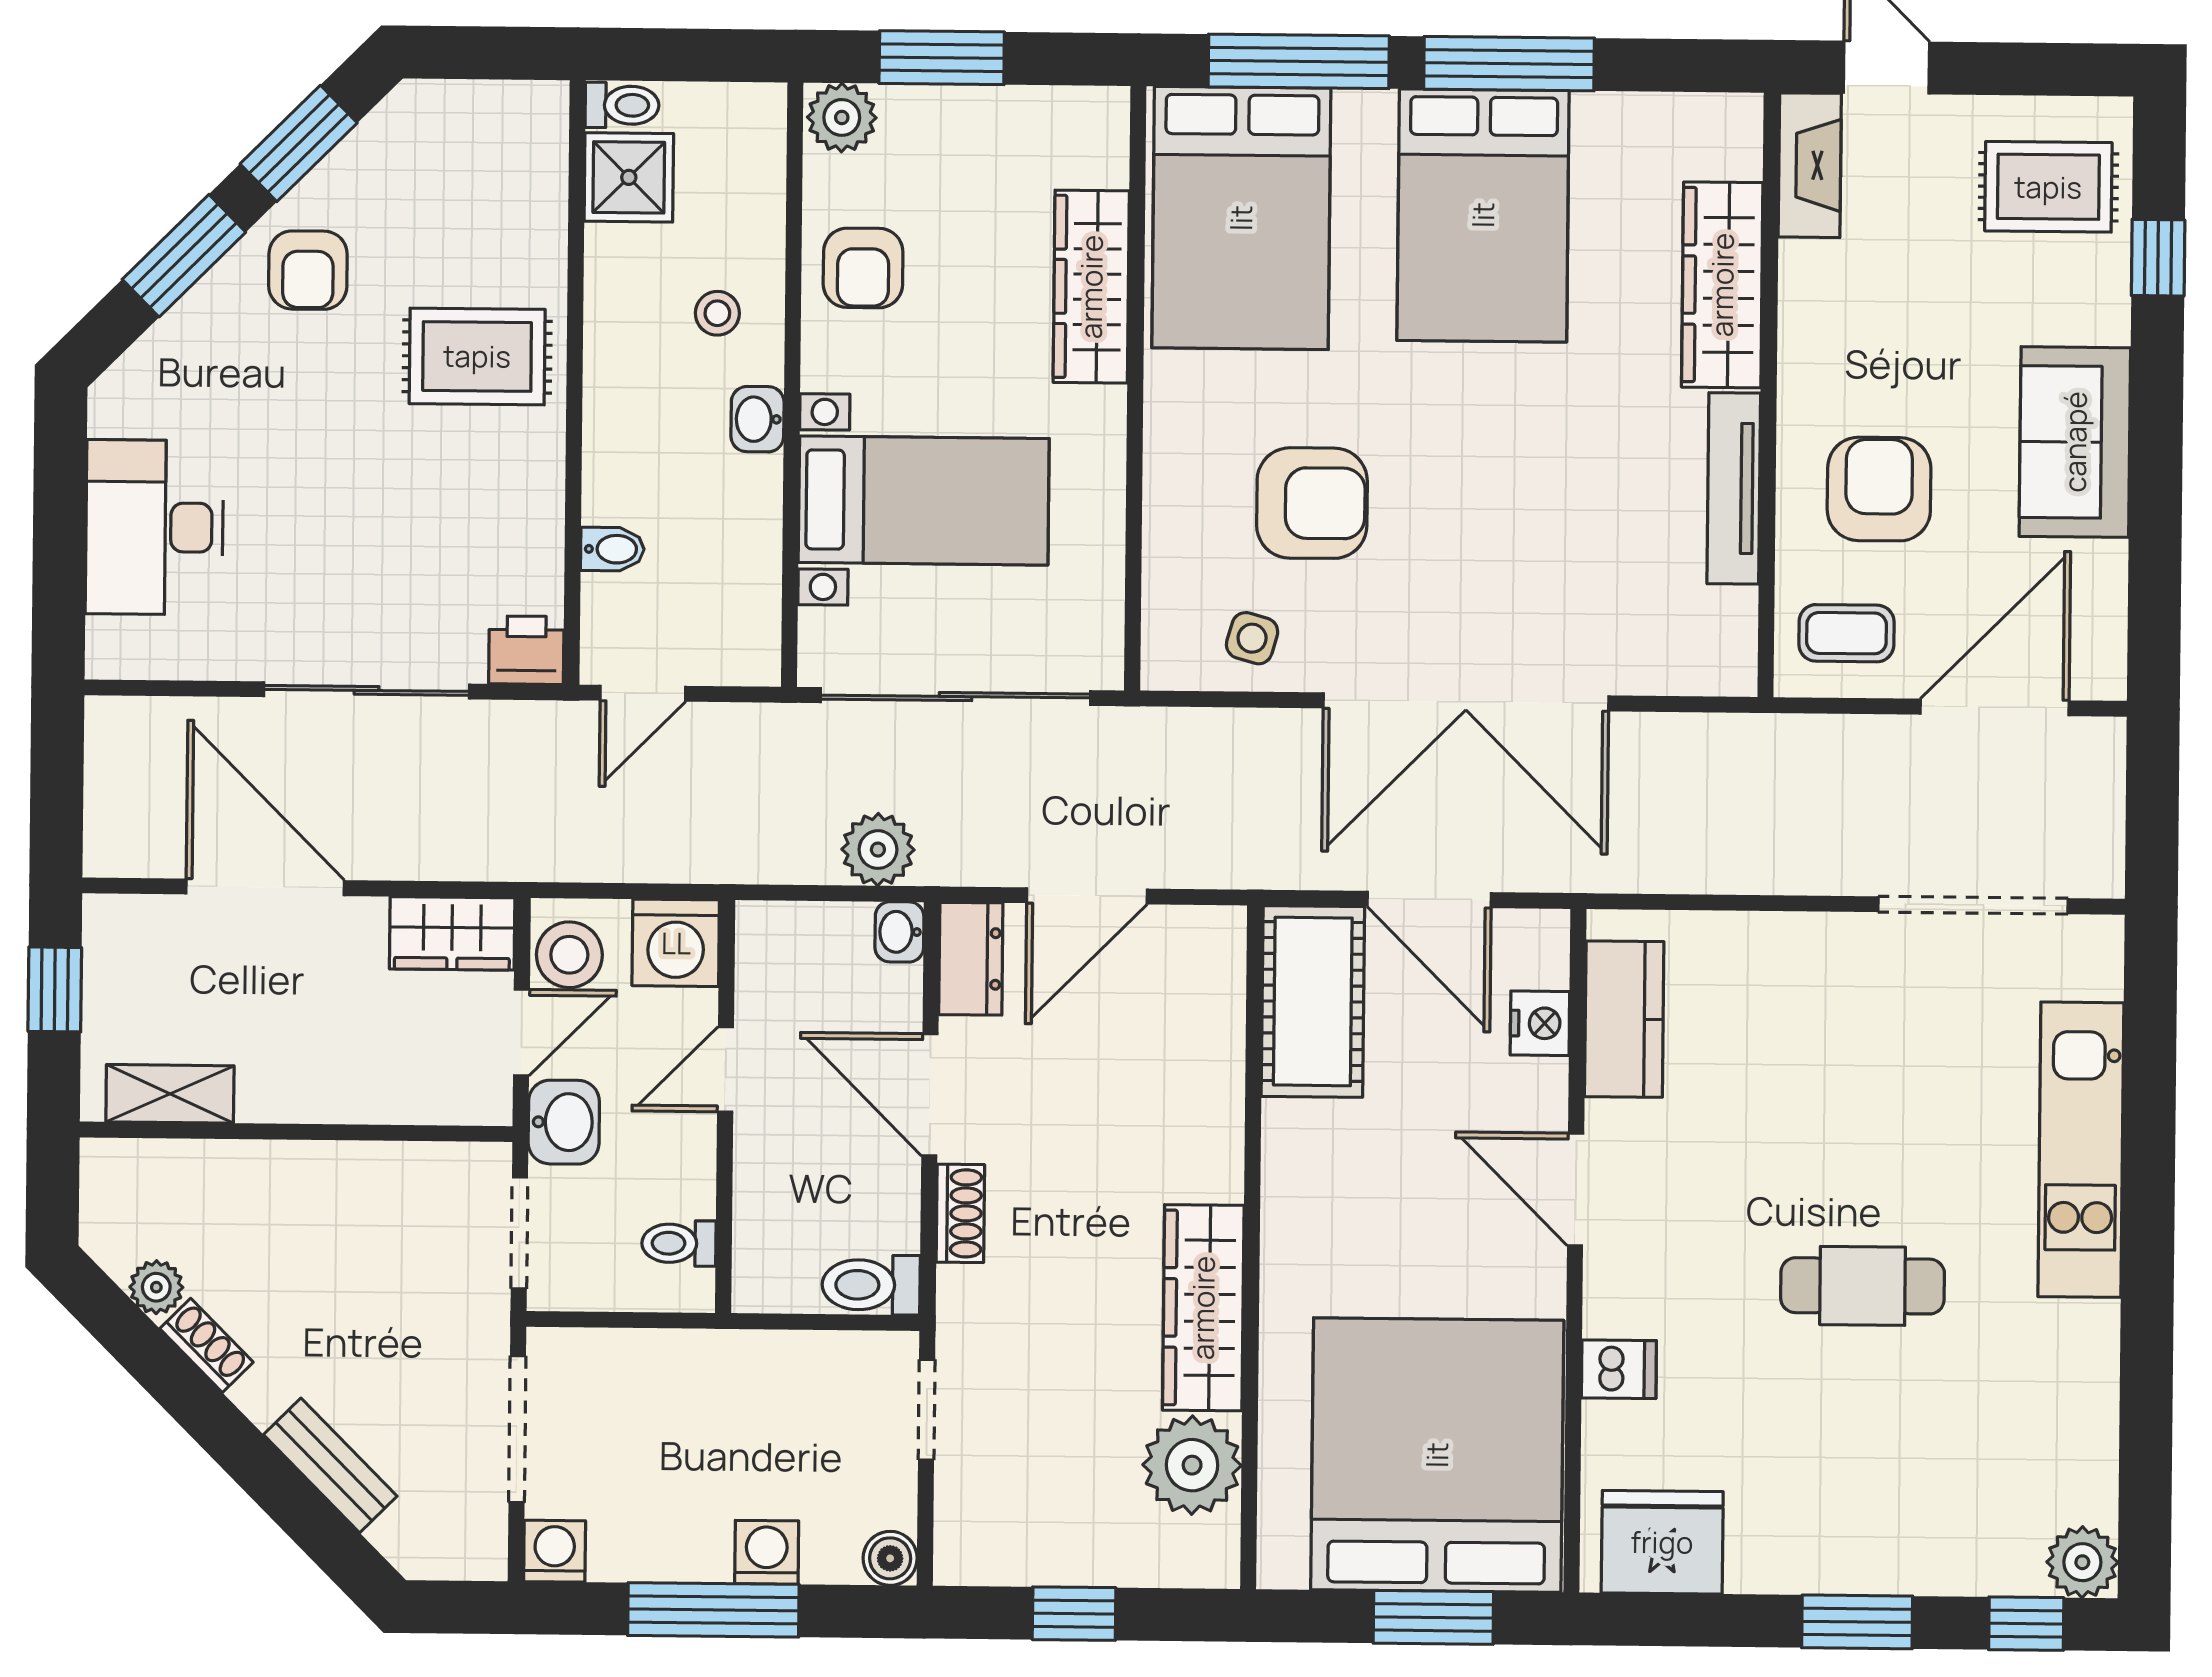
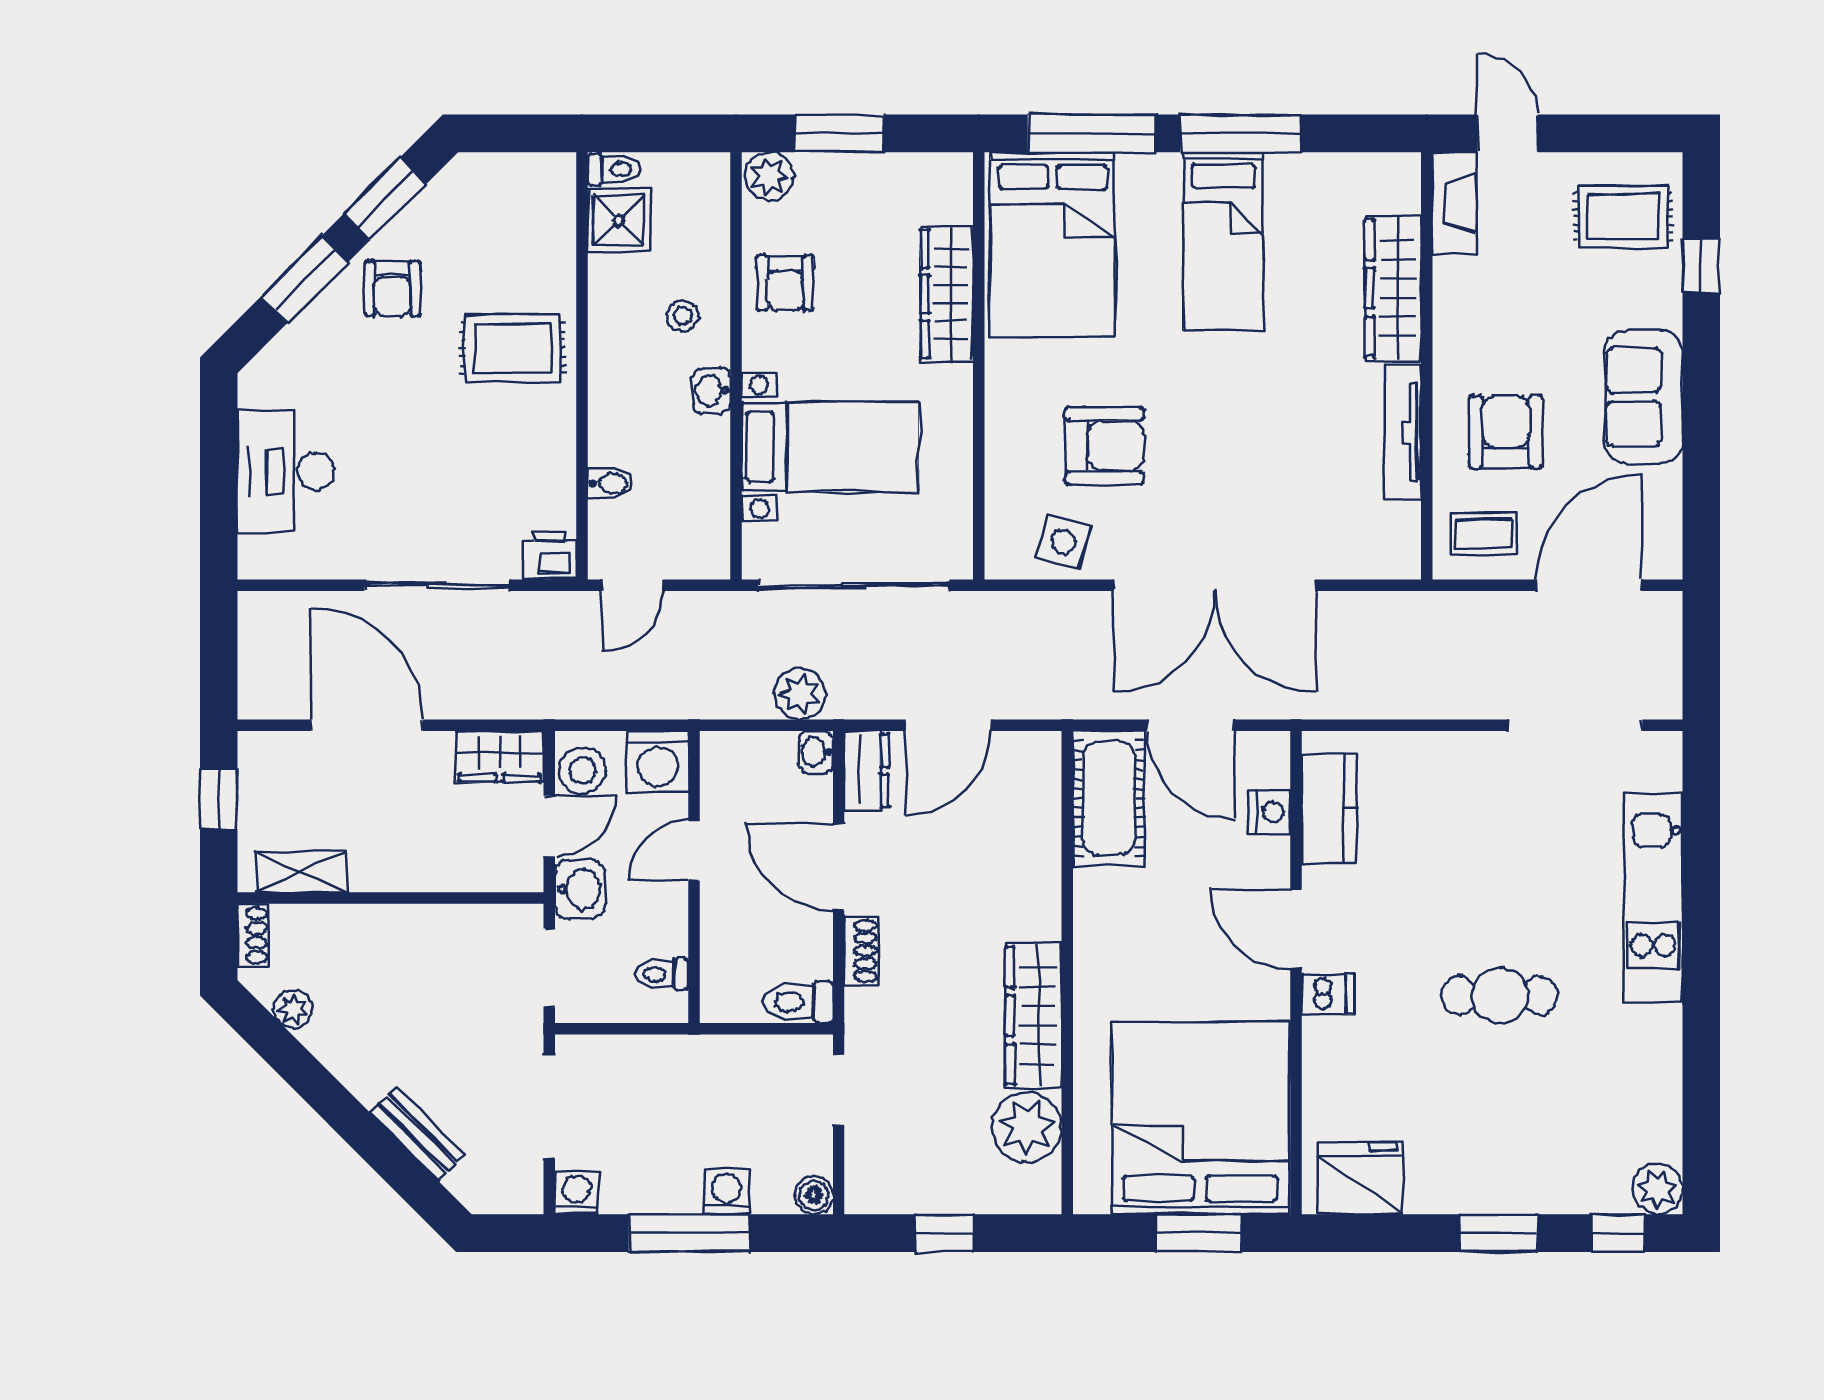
bed: (1483, 215) -> (1223, 241), width x0.67
side table: (1252, 638) -> (1063, 542), width x1.37, depth x1.37
shoe rack: (206, 1345) -> (253, 935), moved, turned 45
dishwasher: (1619, 1369) -> (1328, 994), moved

